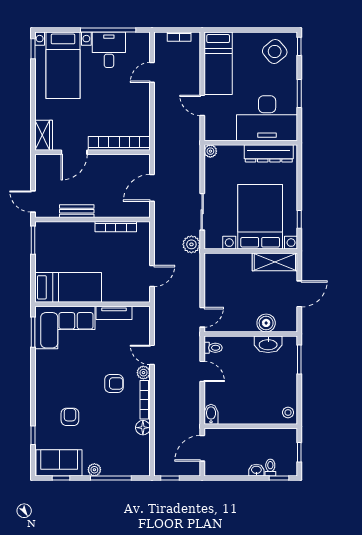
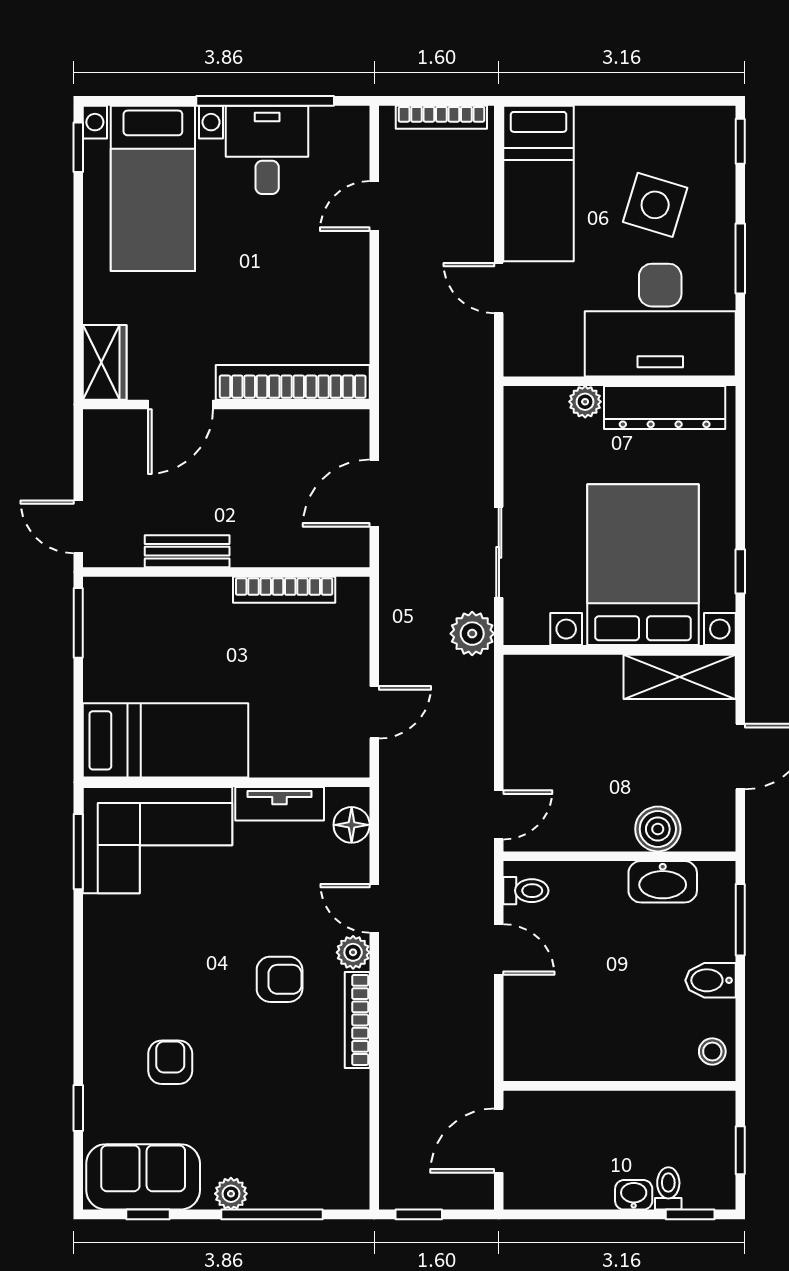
bookcase: (179, 37) -> (441, 117), width x1.56
side table: (275, 51) -> (655, 205), moved, turned -33
plant: (210, 151) -> (585, 402), moved
bidet: (211, 414) -> (710, 980), moved, turned -90
floor lamp: (143, 428) -> (352, 825), moved

